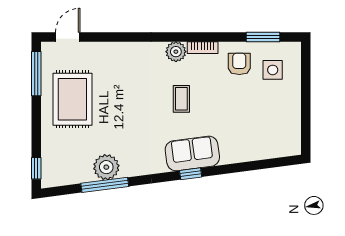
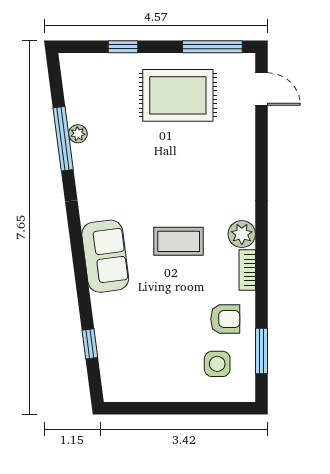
coffee table: (181, 99) -> (179, 241), width x1.36, depth x1.30
plant: (106, 167) -> (78, 134), width x0.53, depth x0.53
window: (36, 168) -> (123, 47), moved
window: (191, 174) -> (90, 344), moved

